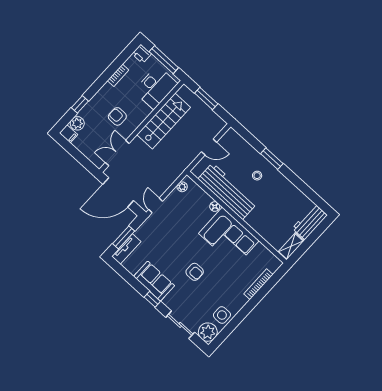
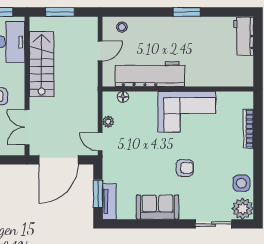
window: (272, 159) -> (187, 12), moved
stool: (257, 176) -> (122, 27), moved
plant: (182, 187) -> (108, 122), moved
floor lamp: (215, 207) -> (123, 97), moved
shelving: (291, 246) -> (247, 72), removed
window: (152, 299) -> (170, 224), removed

